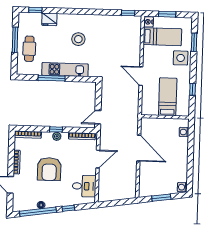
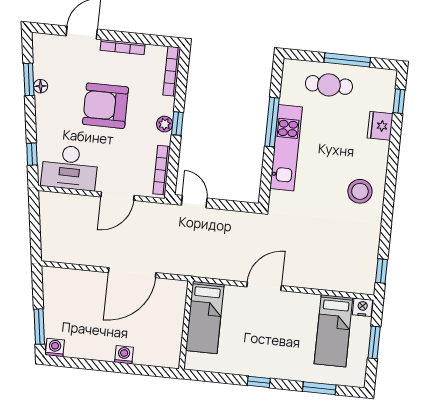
stool: (78, 39) -> (360, 191), moved
side table: (181, 58) -> (292, 361), removed
window: (193, 89) -> (259, 382), moved
bed: (168, 97) -> (205, 317), moved, turned 90
washing machine: (184, 132) -> (124, 355), moved
door: (98, 159) -> (117, 196), hinge flipped
desk: (84, 186) -> (70, 168), width x1.37
window: (161, 198) -> (39, 327), moved
window: (68, 208) -> (32, 154), moved
window: (38, 212) -> (29, 79), width x0.47

